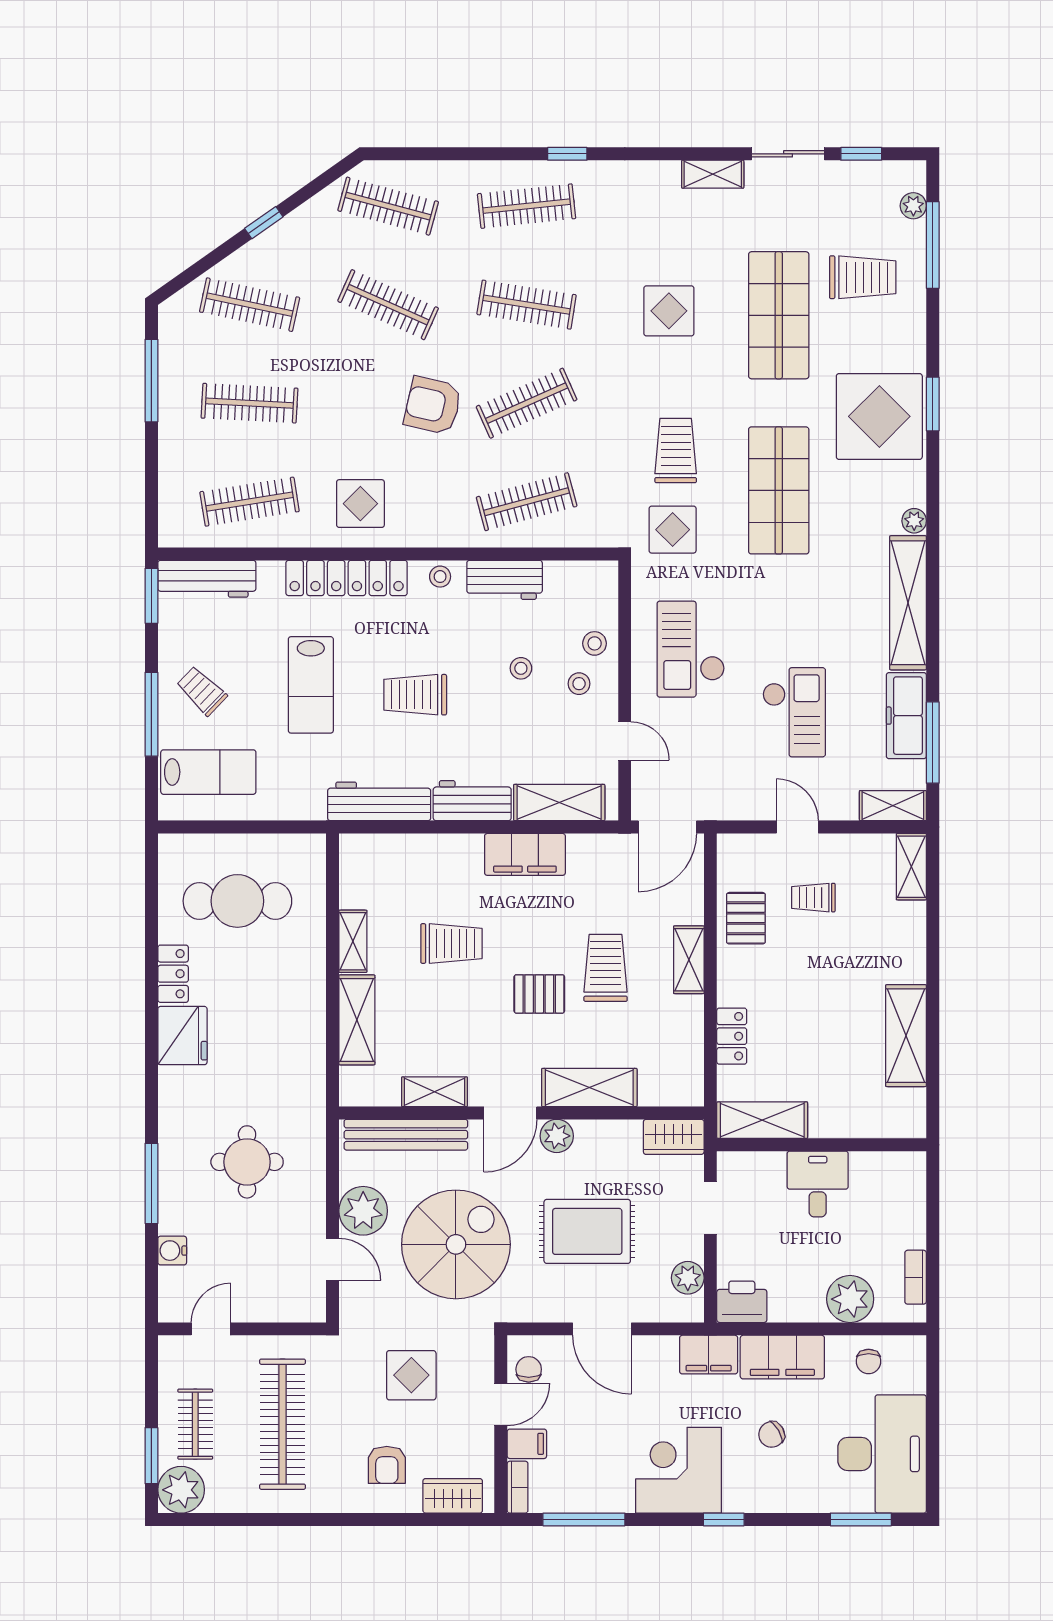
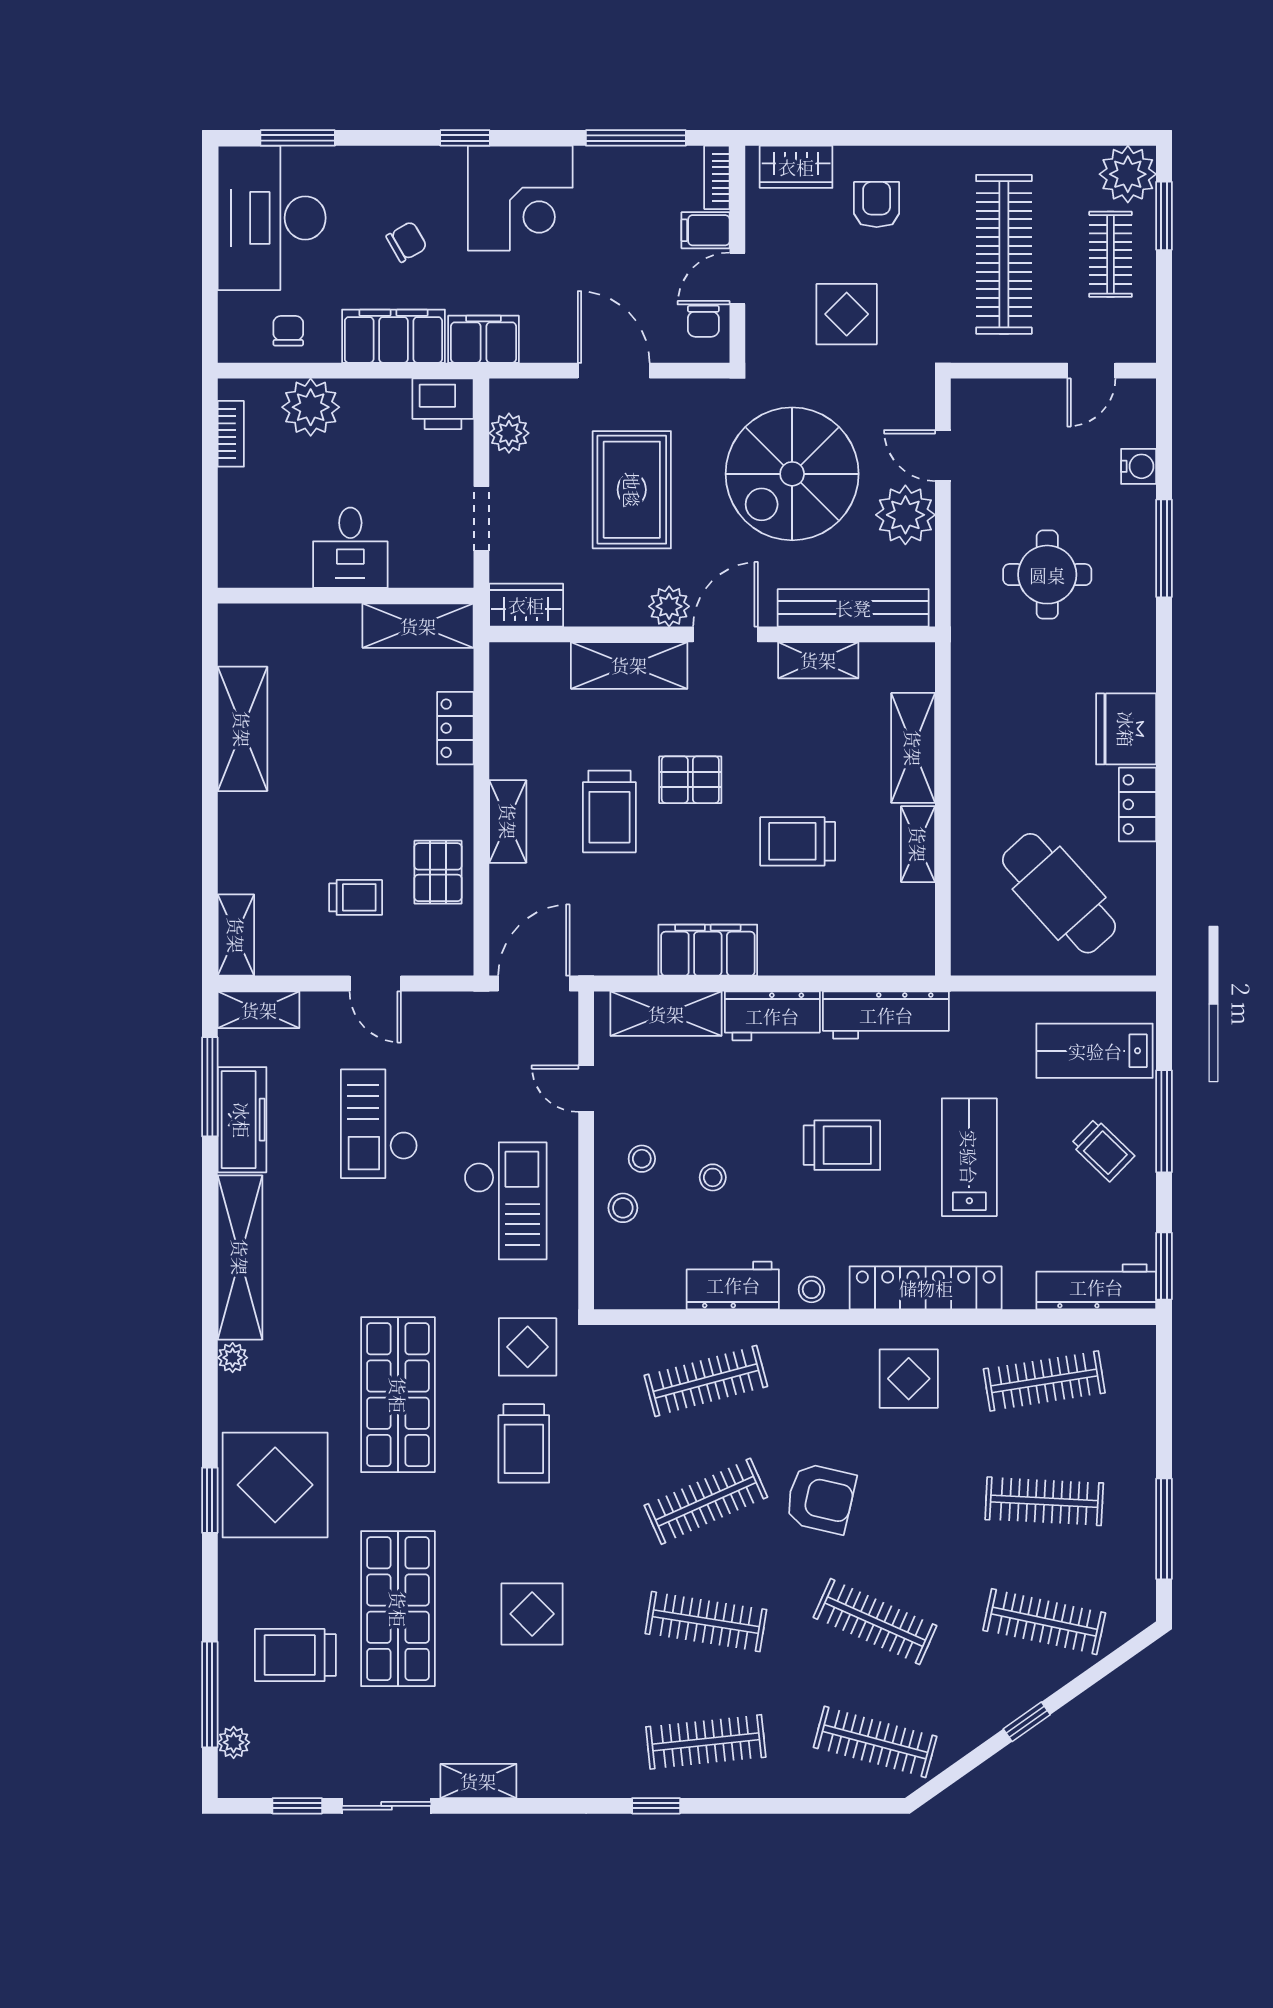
cafe table: (237, 901) -> (1059, 893), turned 48
rug: (587, 1231) -> (632, 490), turned 90

